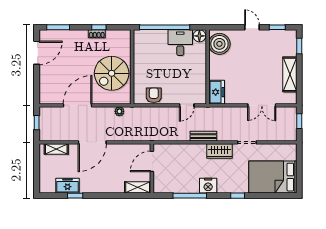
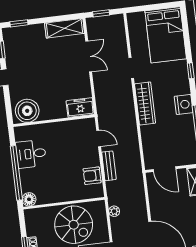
floor lamp: (199, 36) -> (29, 199), moved
shelving: (290, 74) -> (65, 28), moved
bench: (203, 136) -> (109, 166), moved
wardrobe: (220, 151) -> (145, 103), width x1.50

